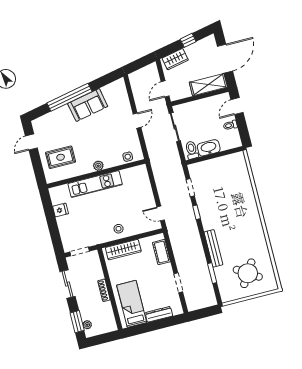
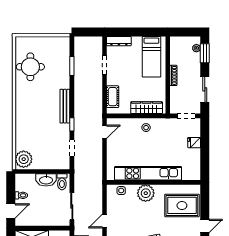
rug: (61, 157) -> (182, 205), width x1.36, depth x1.43
plant: (237, 163) -> (24, 159), added
plant: (98, 166) -> (146, 193), width x1.87, depth x1.87
kitchen unit: (95, 184) -> (148, 173), width x1.36
fridge: (60, 210) -> (194, 143), moved
door: (161, 213) -> (105, 132), hinge flipped
bench: (213, 248) -> (65, 106), moved
round table: (248, 273) -> (30, 67), moved, turned -32
dresser: (159, 314) -> (119, 41), moved

